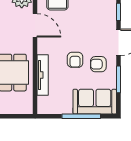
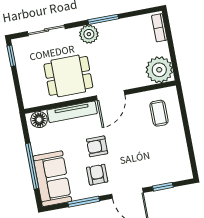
door: (35, 25) -> (111, 95), moved
floor lamp: (44, 103) -> (39, 120), added

